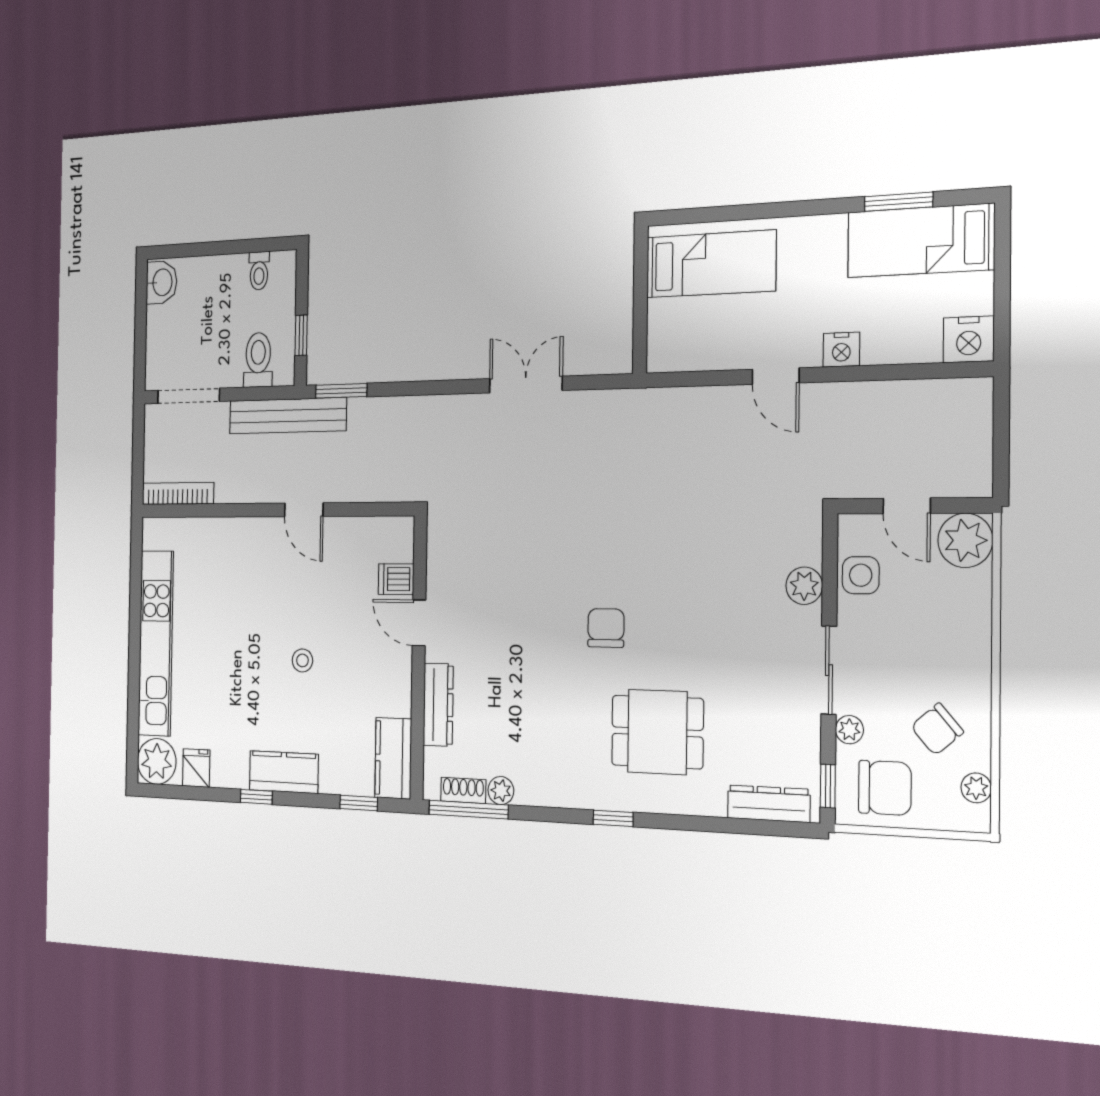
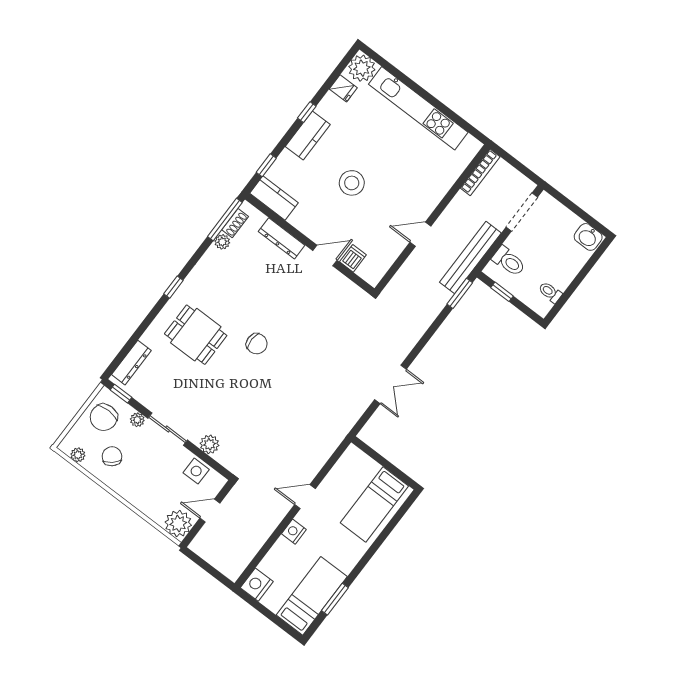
stool: (302, 660) -> (352, 183), width x1.89, depth x1.89
dining table: (657, 732) -> (196, 335), turned 90

